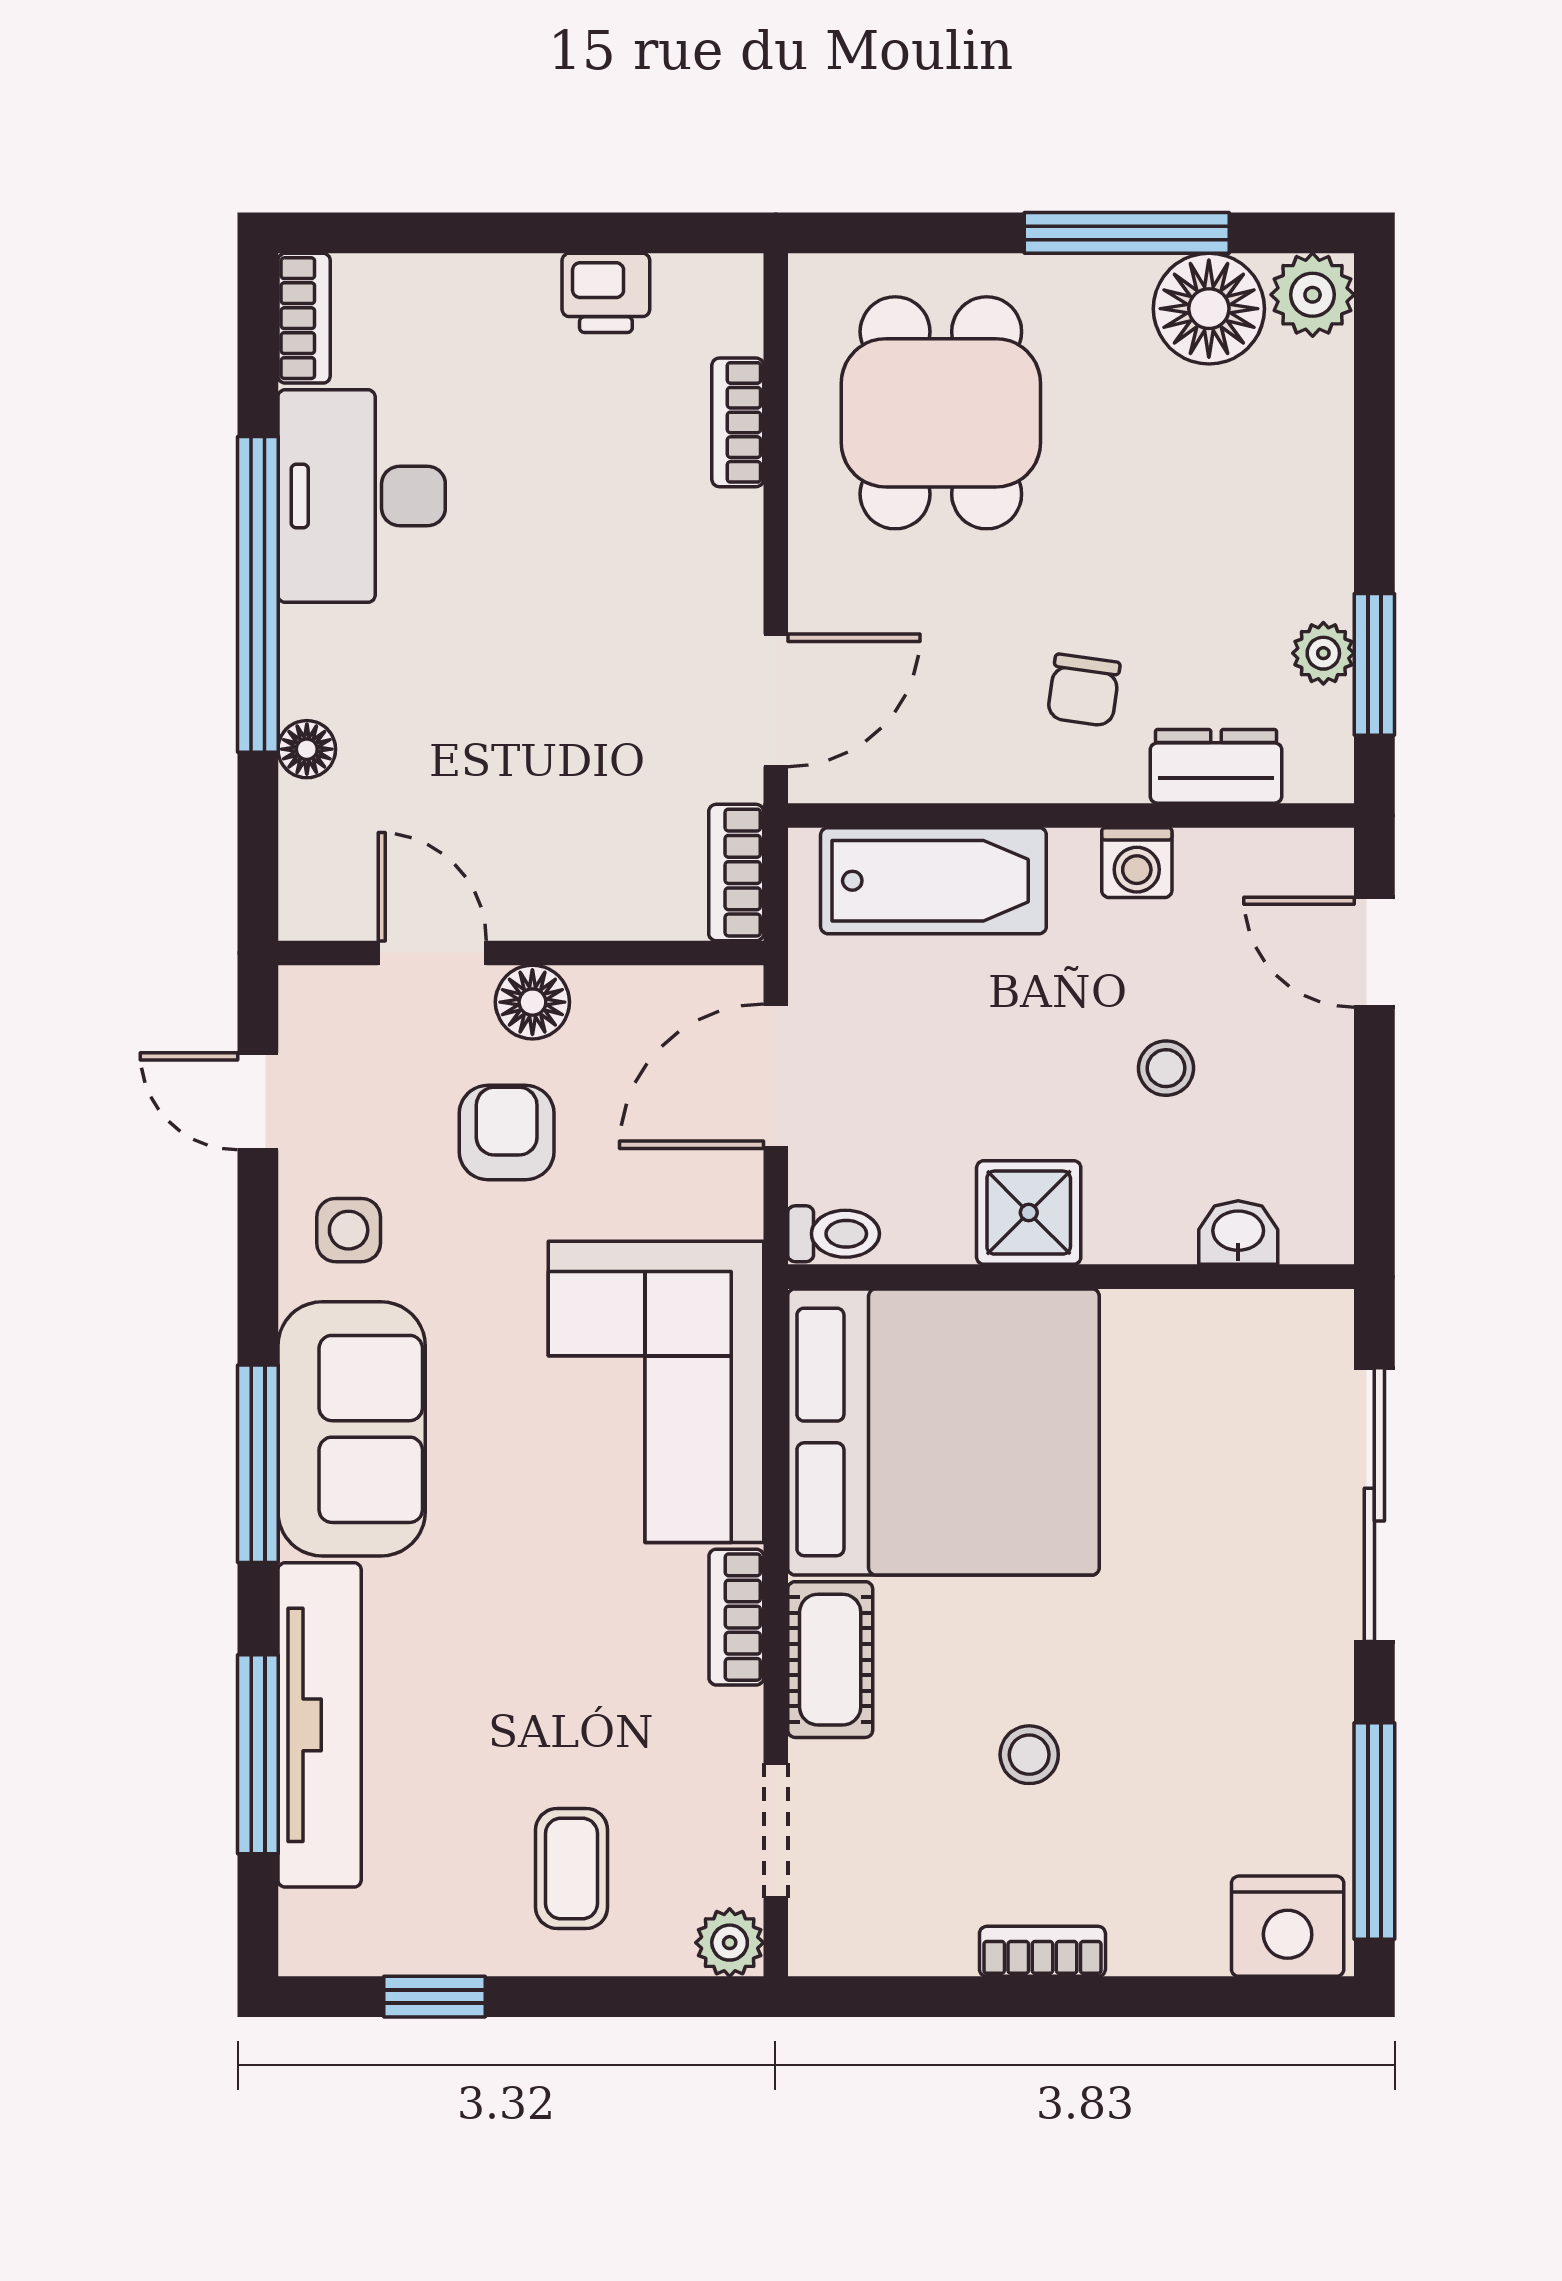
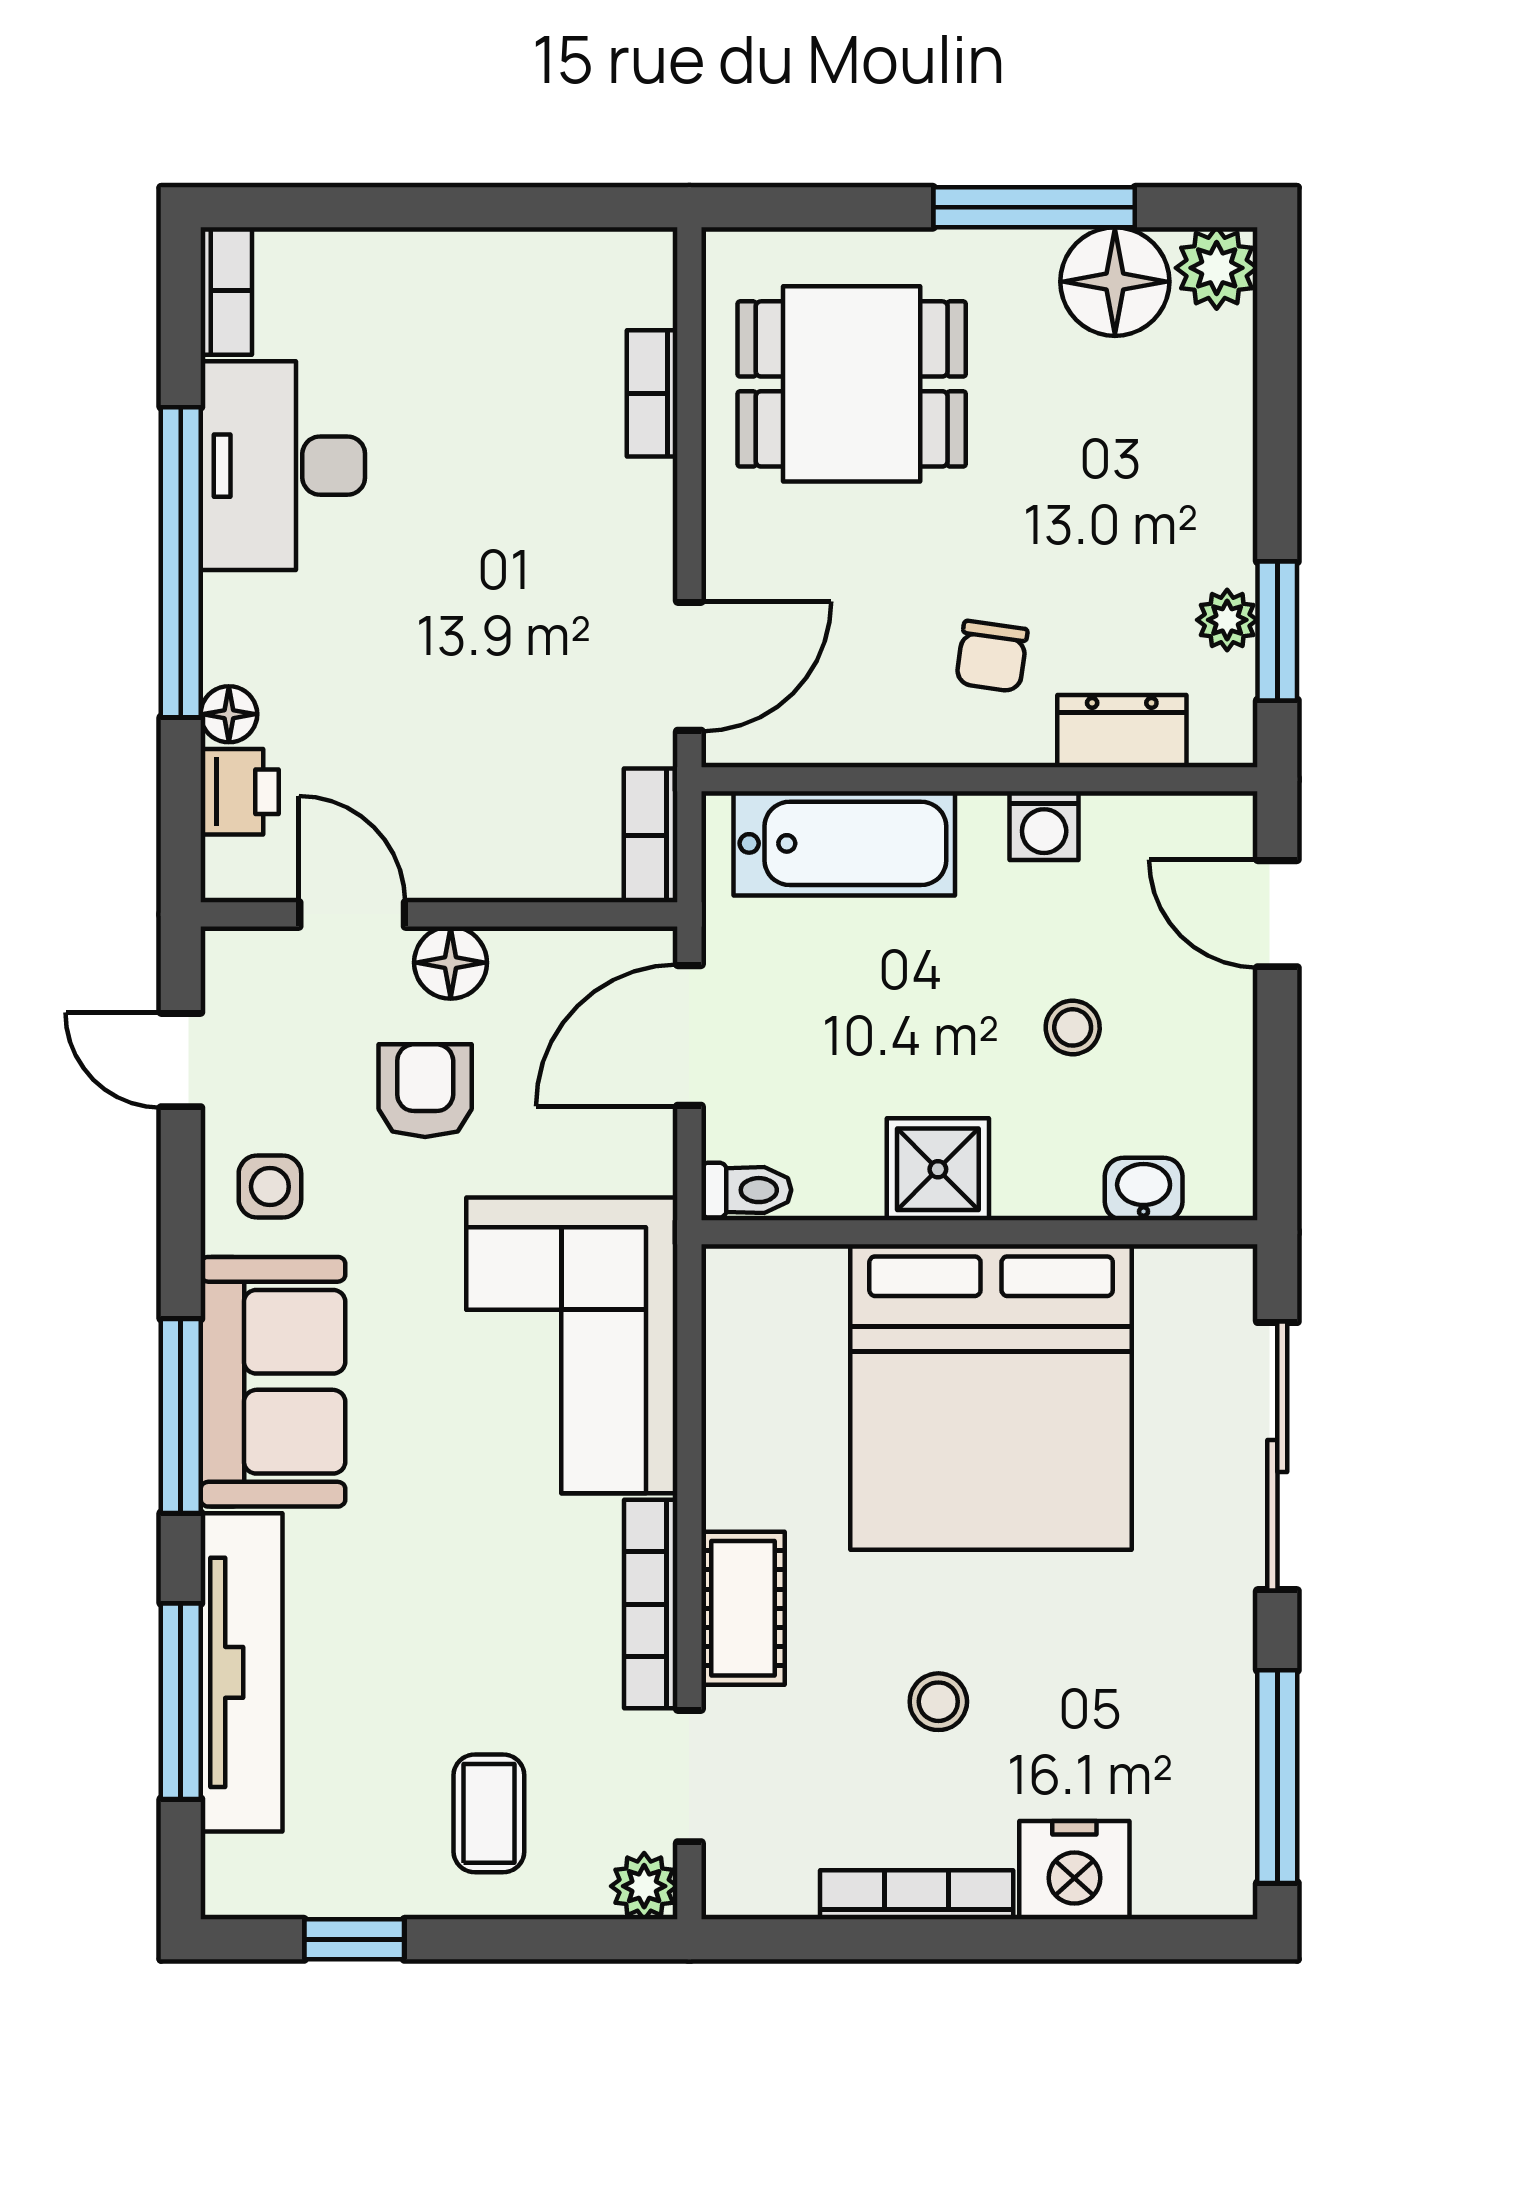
printer: (606, 293) -> (240, 792), moved, turned -90
dining table: (941, 413) -> (852, 384), turned 90
bed: (943, 1432) -> (991, 1397), moved, turned 90
bookcase: (736, 1617) -> (651, 1604), width x1.56
nightstand: (1288, 1926) -> (1074, 1870), moved
bookcase: (1042, 1951) -> (917, 1895), width x1.56

